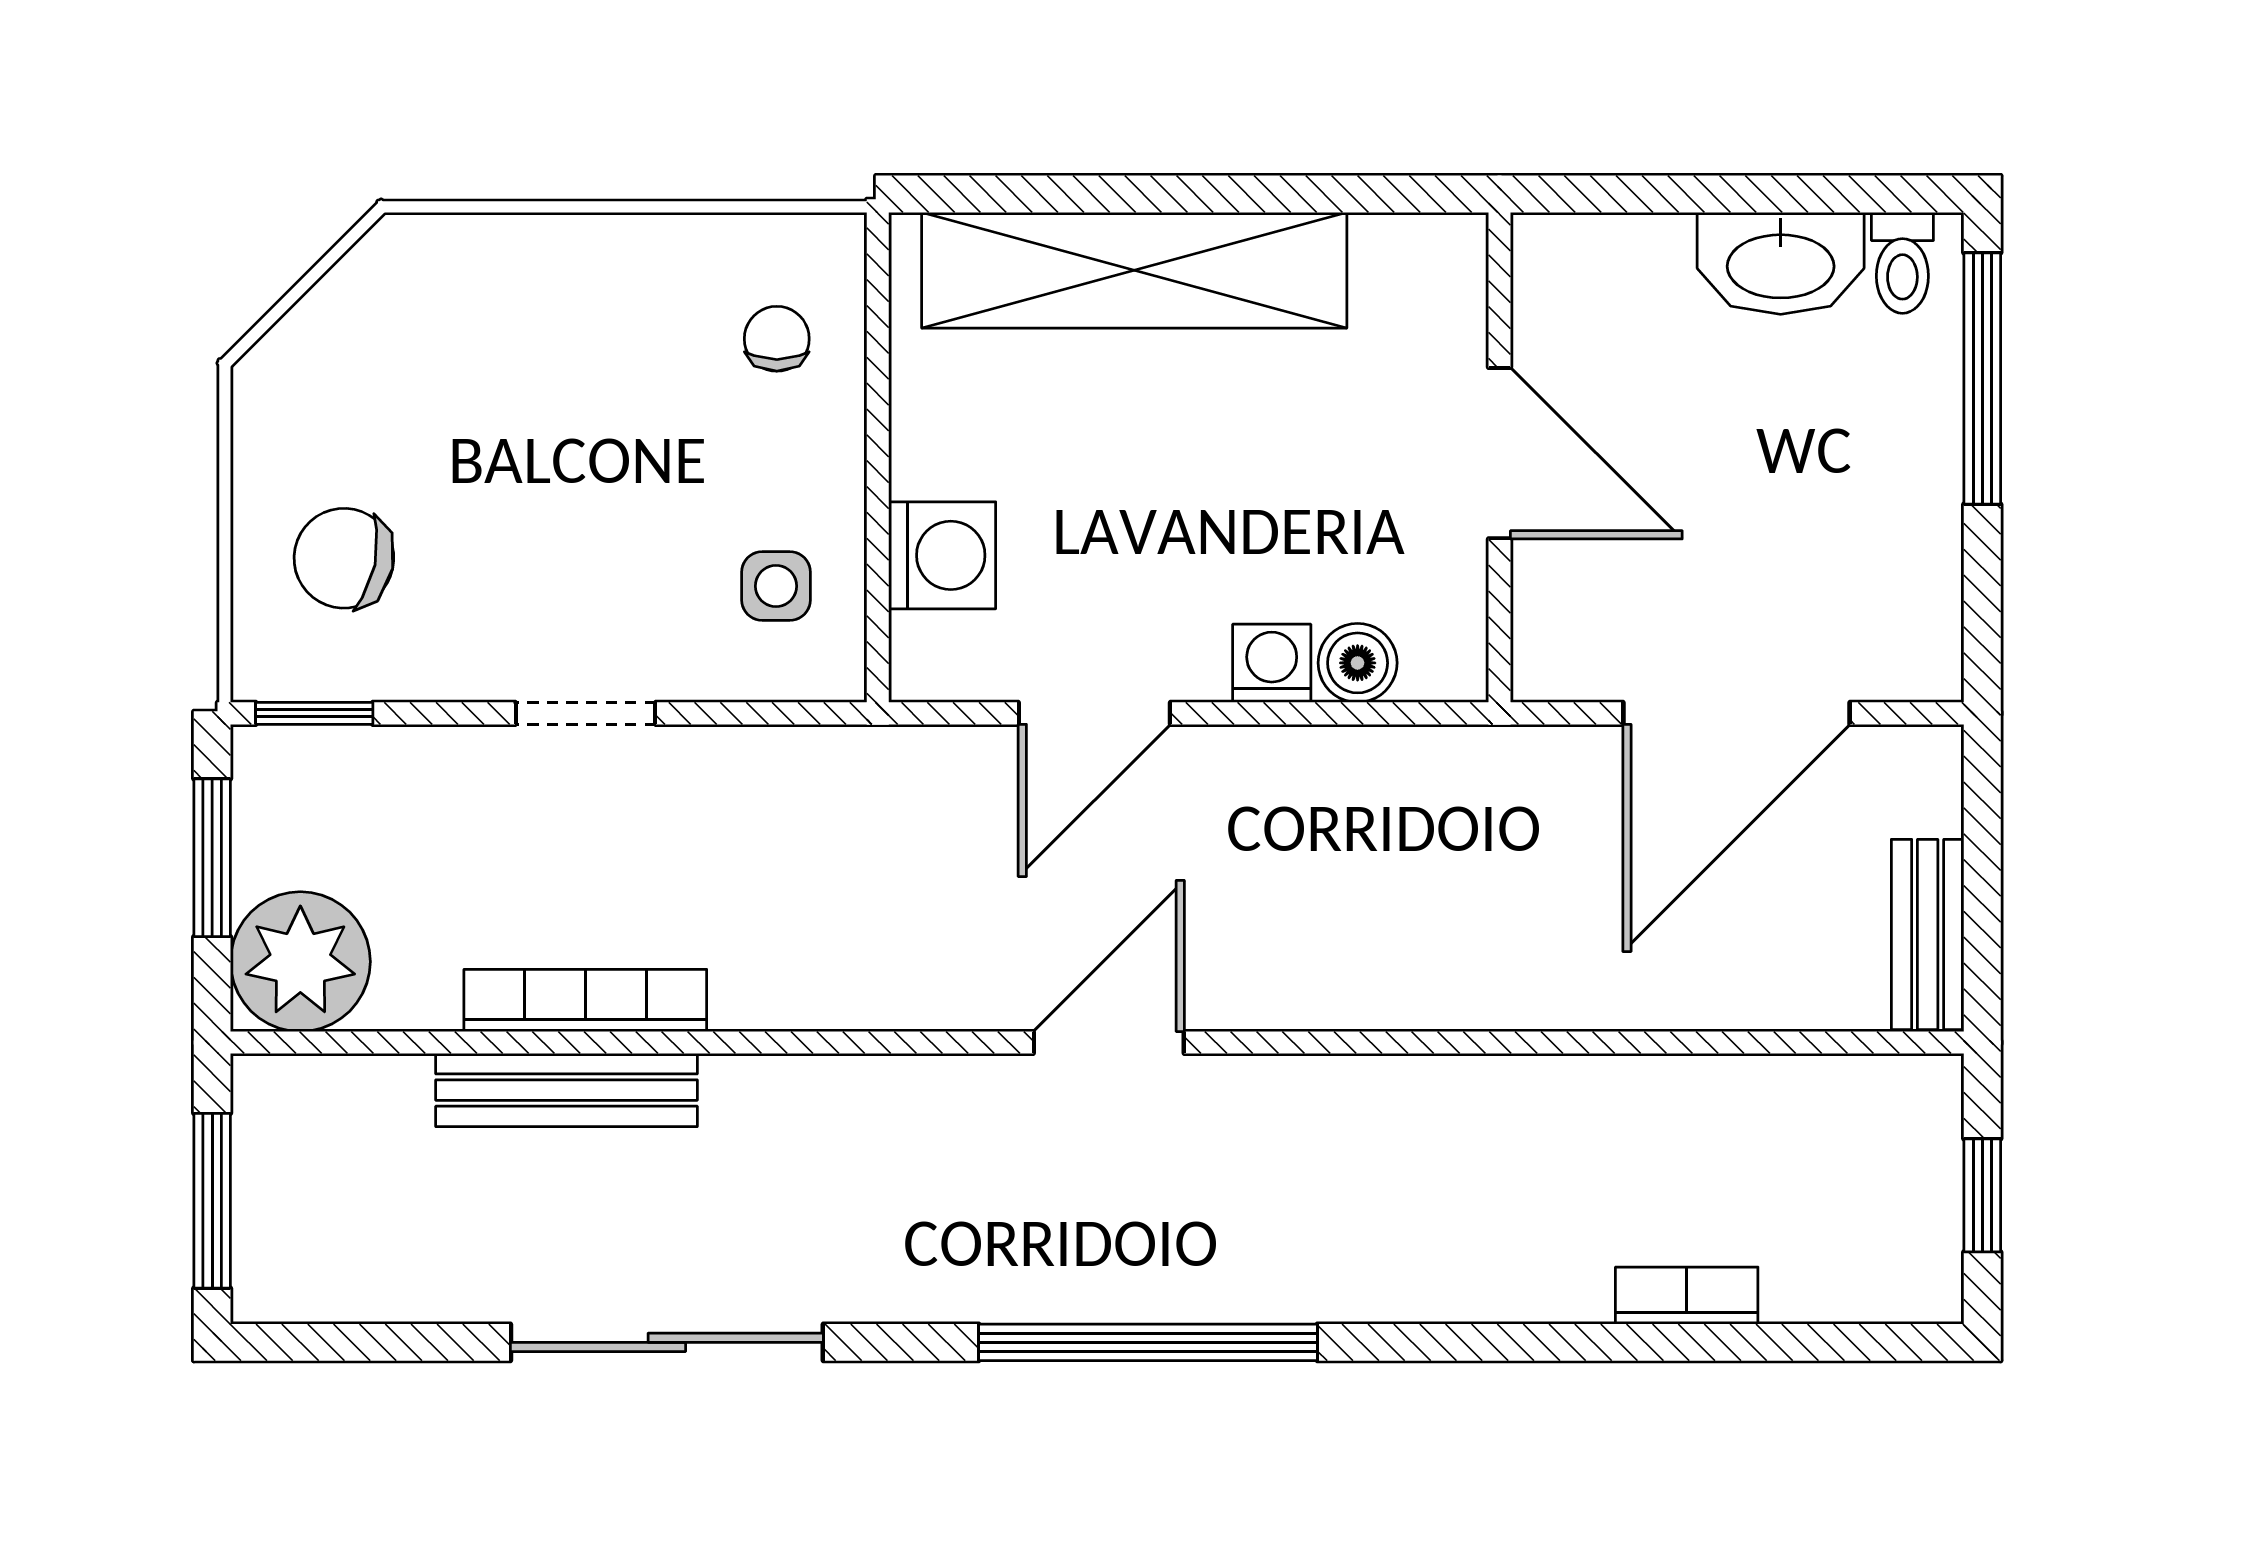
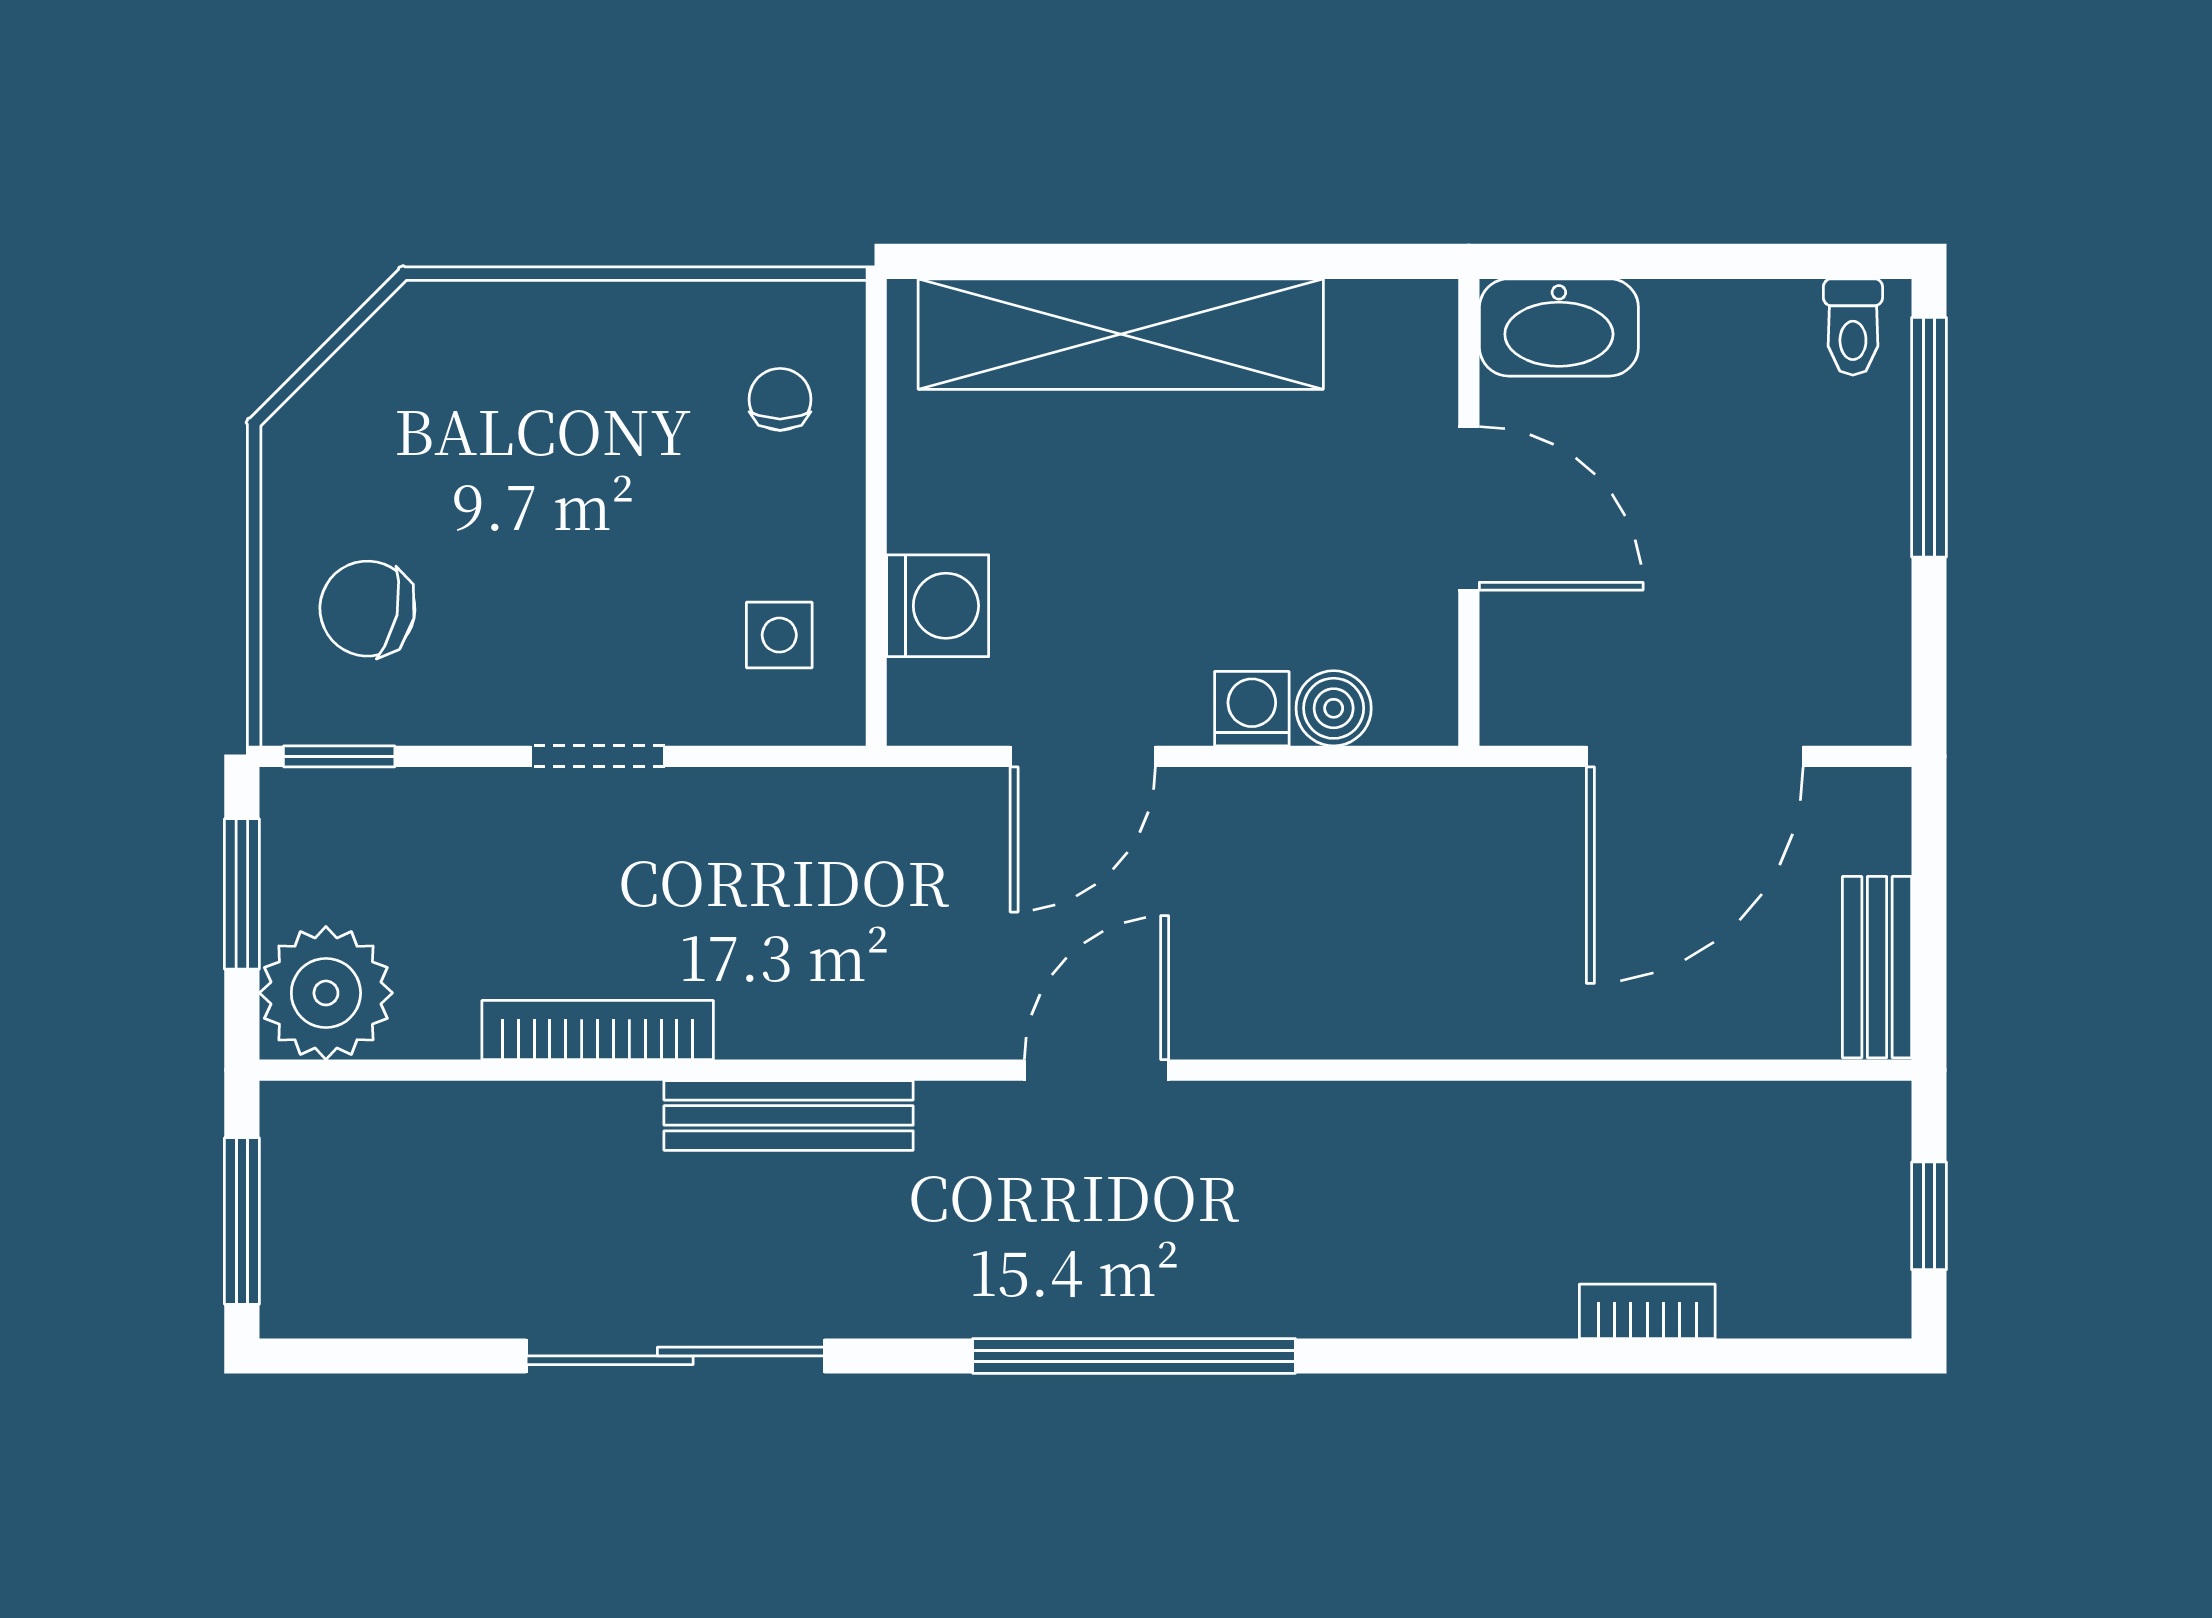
washbasin: (1781, 263) -> (1559, 327), moved
bench: (566, 1090) -> (789, 1115), moved

